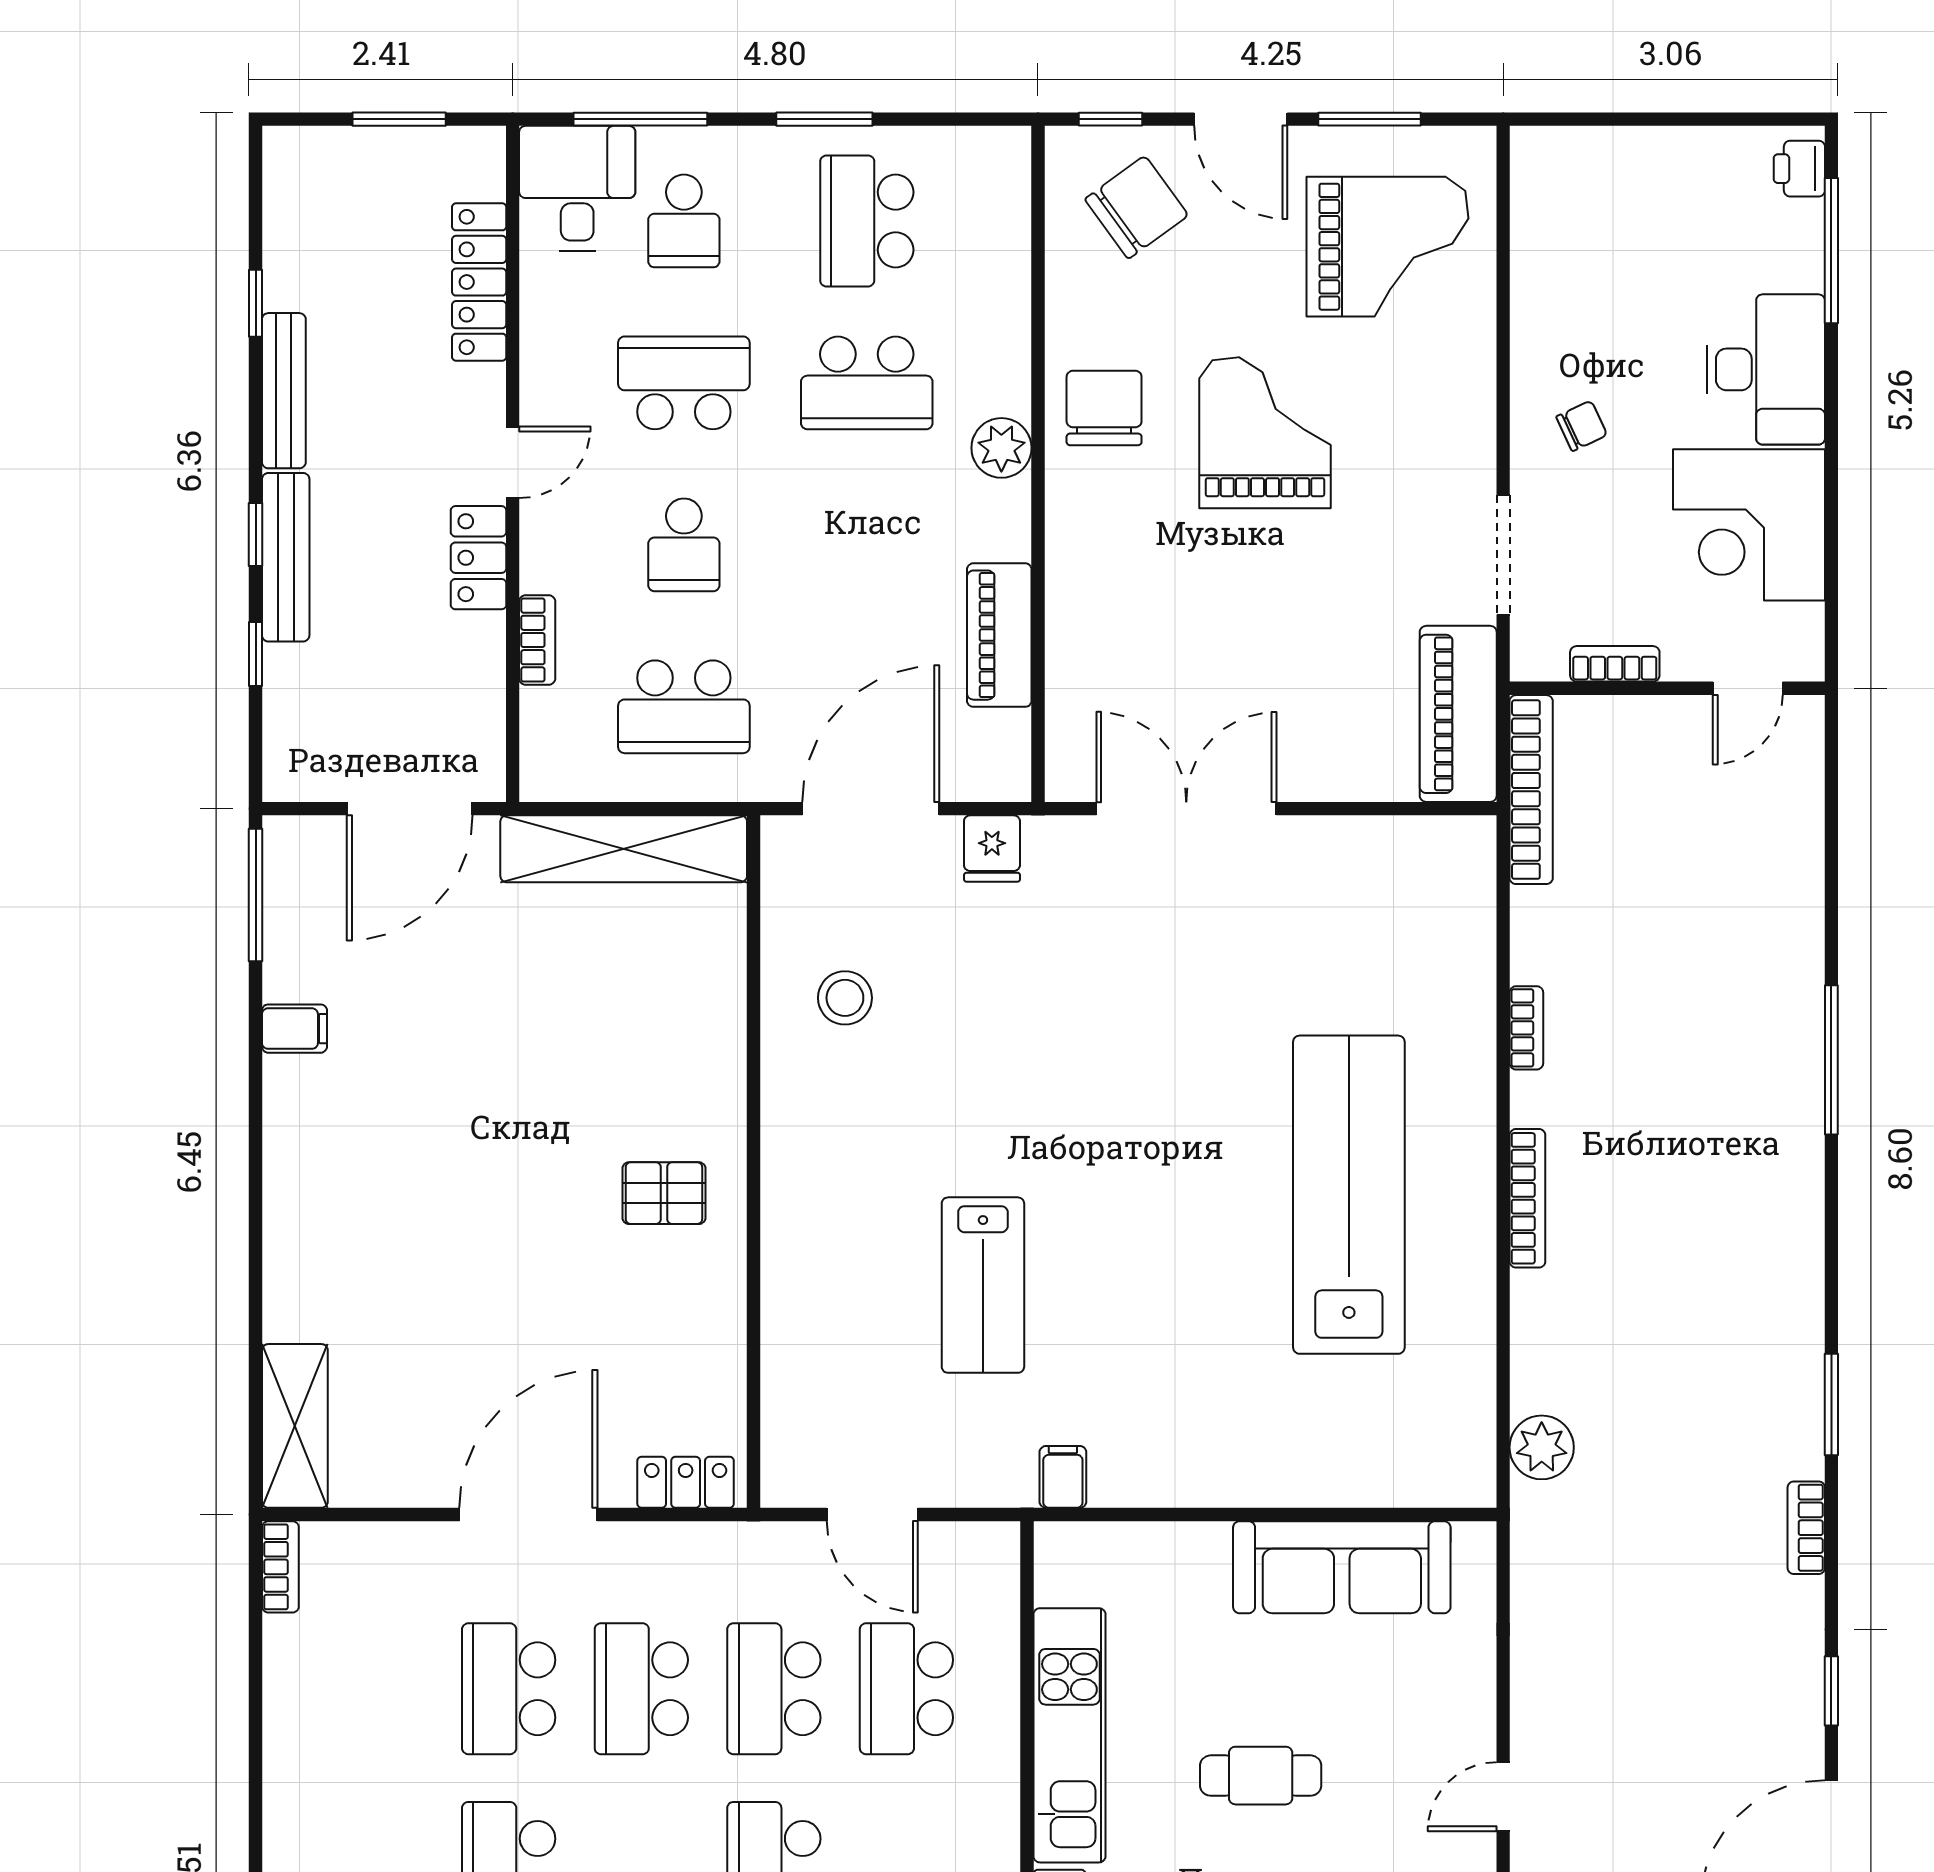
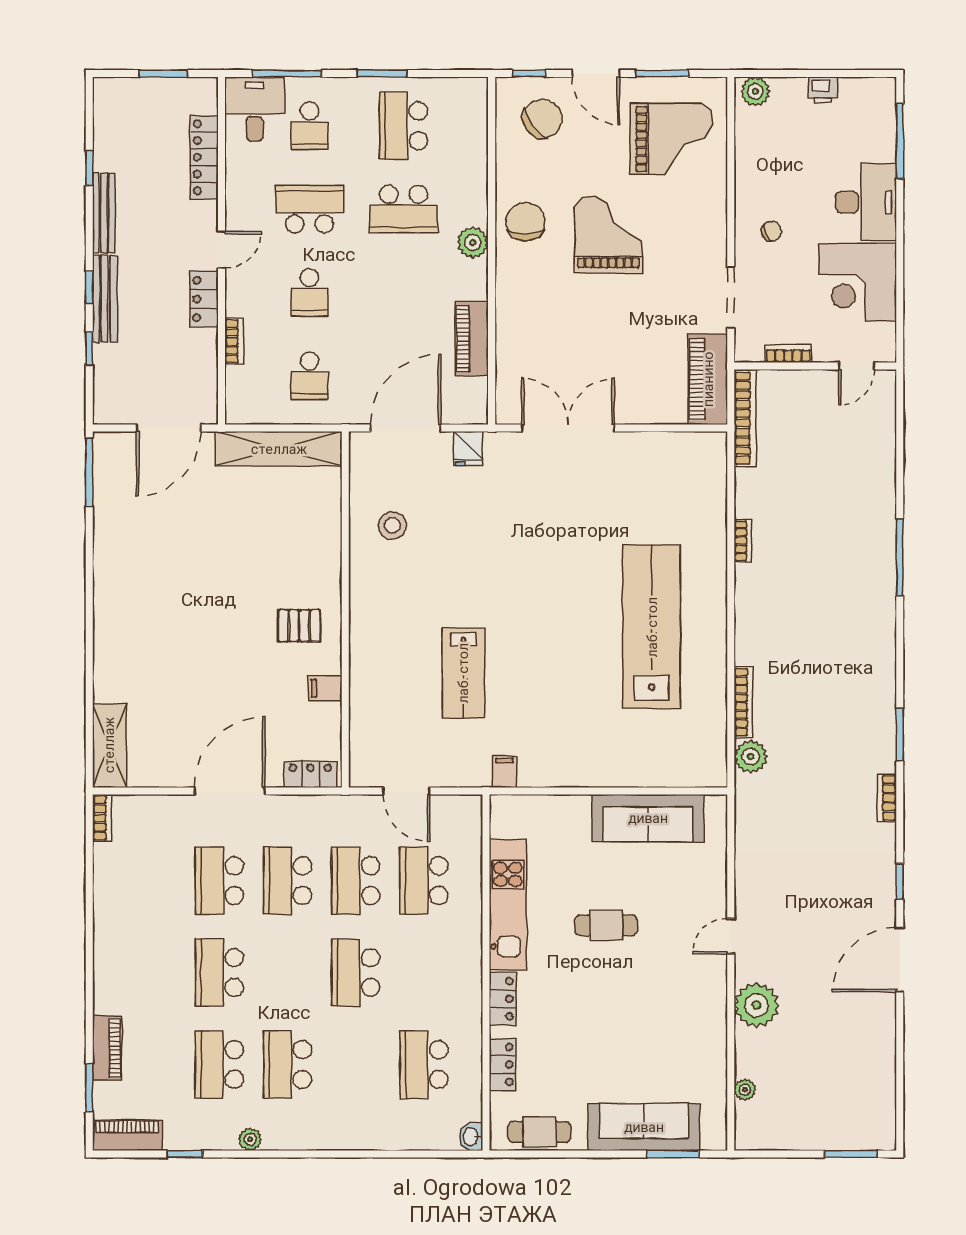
plant: (1551, 154) -> (755, 91), added
printer: (1799, 169) -> (823, 90), moved, turned -90
school desk: (684, 707) -> (310, 376), width x0.54
filing cabinet: (294, 1029) -> (325, 688), moved, turned 180
bookcase: (1527, 1198) -> (743, 702), moved

